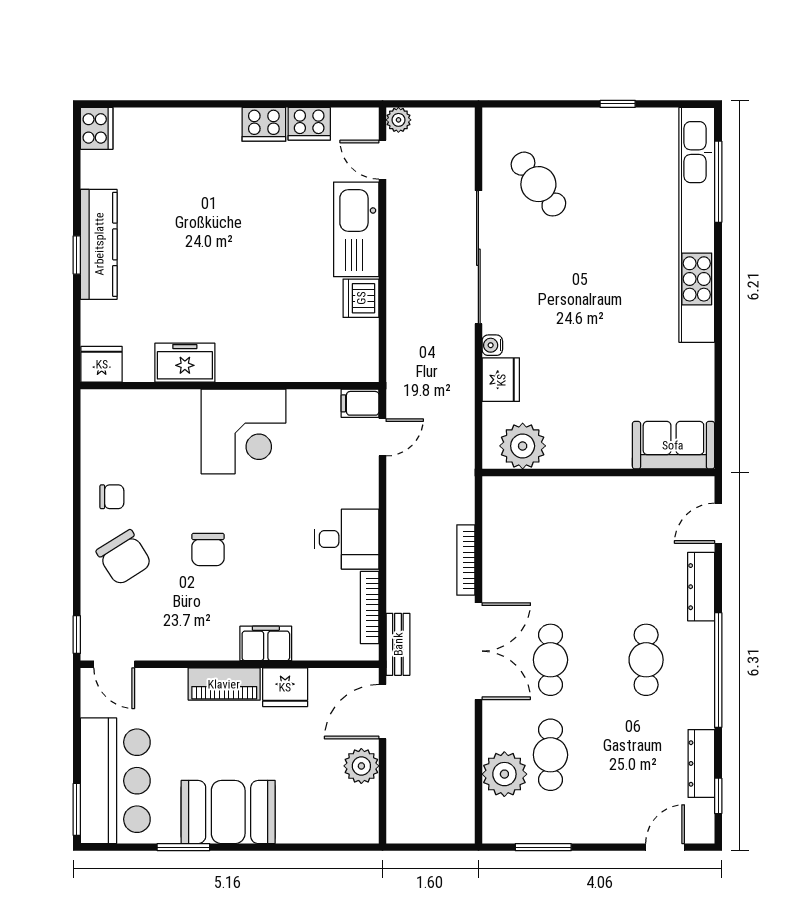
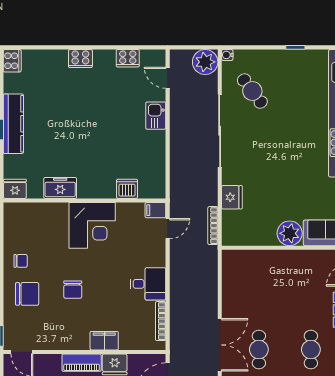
plant: (398, 120) -> (205, 62), moved, width x1.88, depth x1.88
cooker: (264, 124) -> (80, 59), moved
kitchen sink: (356, 229) -> (156, 116), width x0.53, depth x0.81
dishwasher: (361, 298) -> (127, 189), moved, turned 90
water cooler: (492, 345) -> (227, 55), moved
plant: (523, 446) -> (290, 233), moved
chair: (124, 558) -> (27, 294), turned -58
bookcase: (466, 560) -> (213, 226), moved
bench: (398, 644) -> (176, 341), removed

